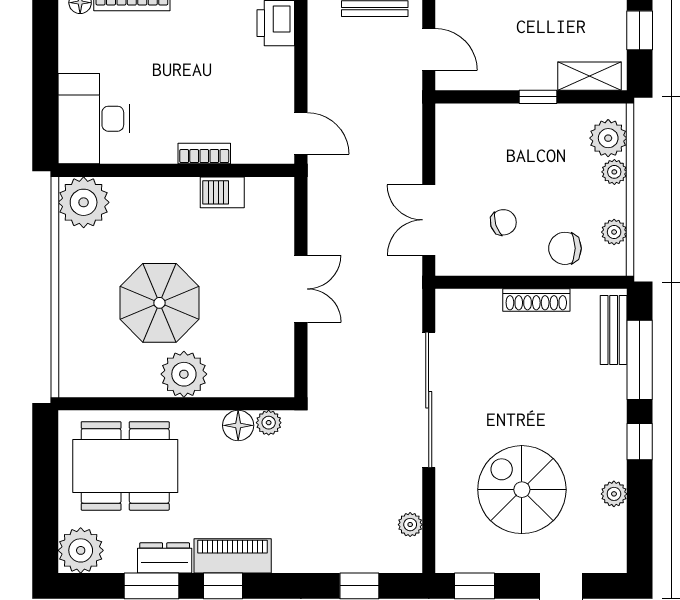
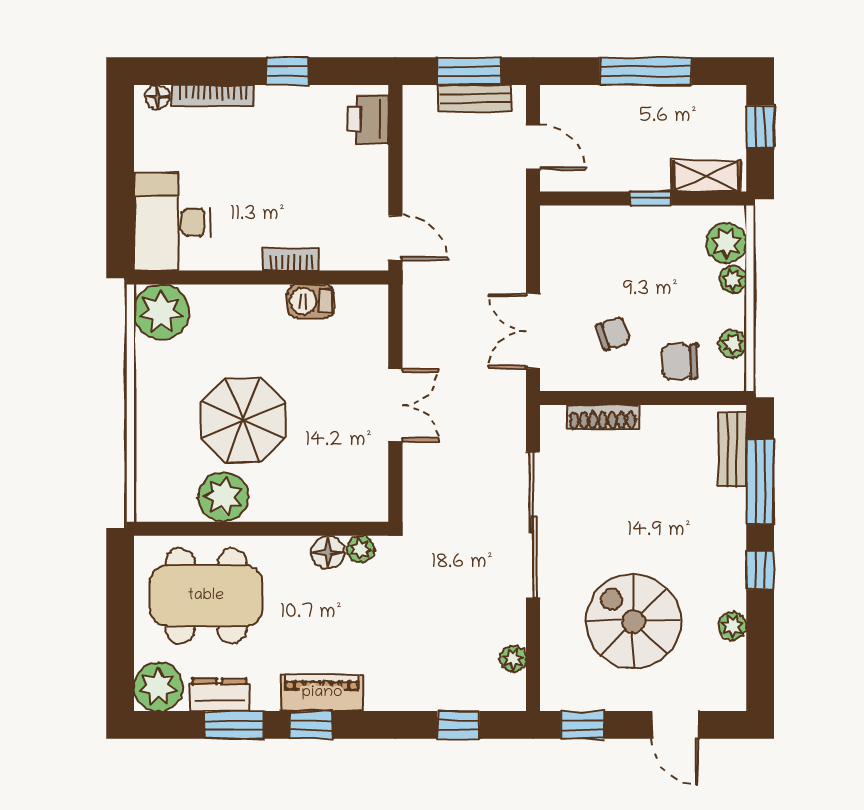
shoe rack: (536, 300) -> (603, 417), moved
plant: (184, 374) -> (223, 497), moved
dresser: (165, 558) -> (219, 695), moved

